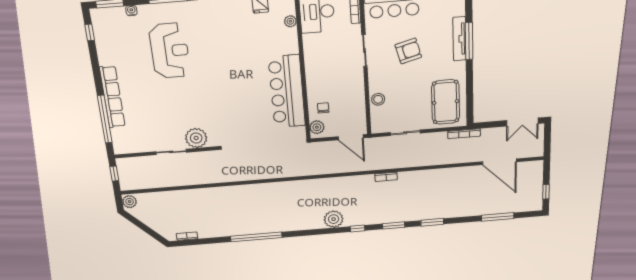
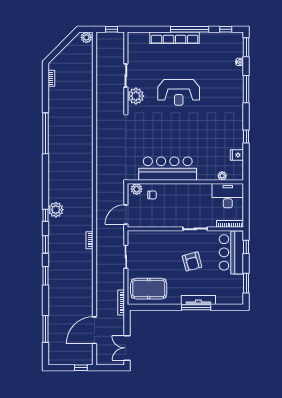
reception desk: (170, 51) -> (179, 92), moved
stool: (378, 99) -> (155, 237), removed
window: (105, 119) -> (190, 29), moved
window: (546, 192) -> (81, 368), moved
plant: (334, 219) -> (56, 210), moved

